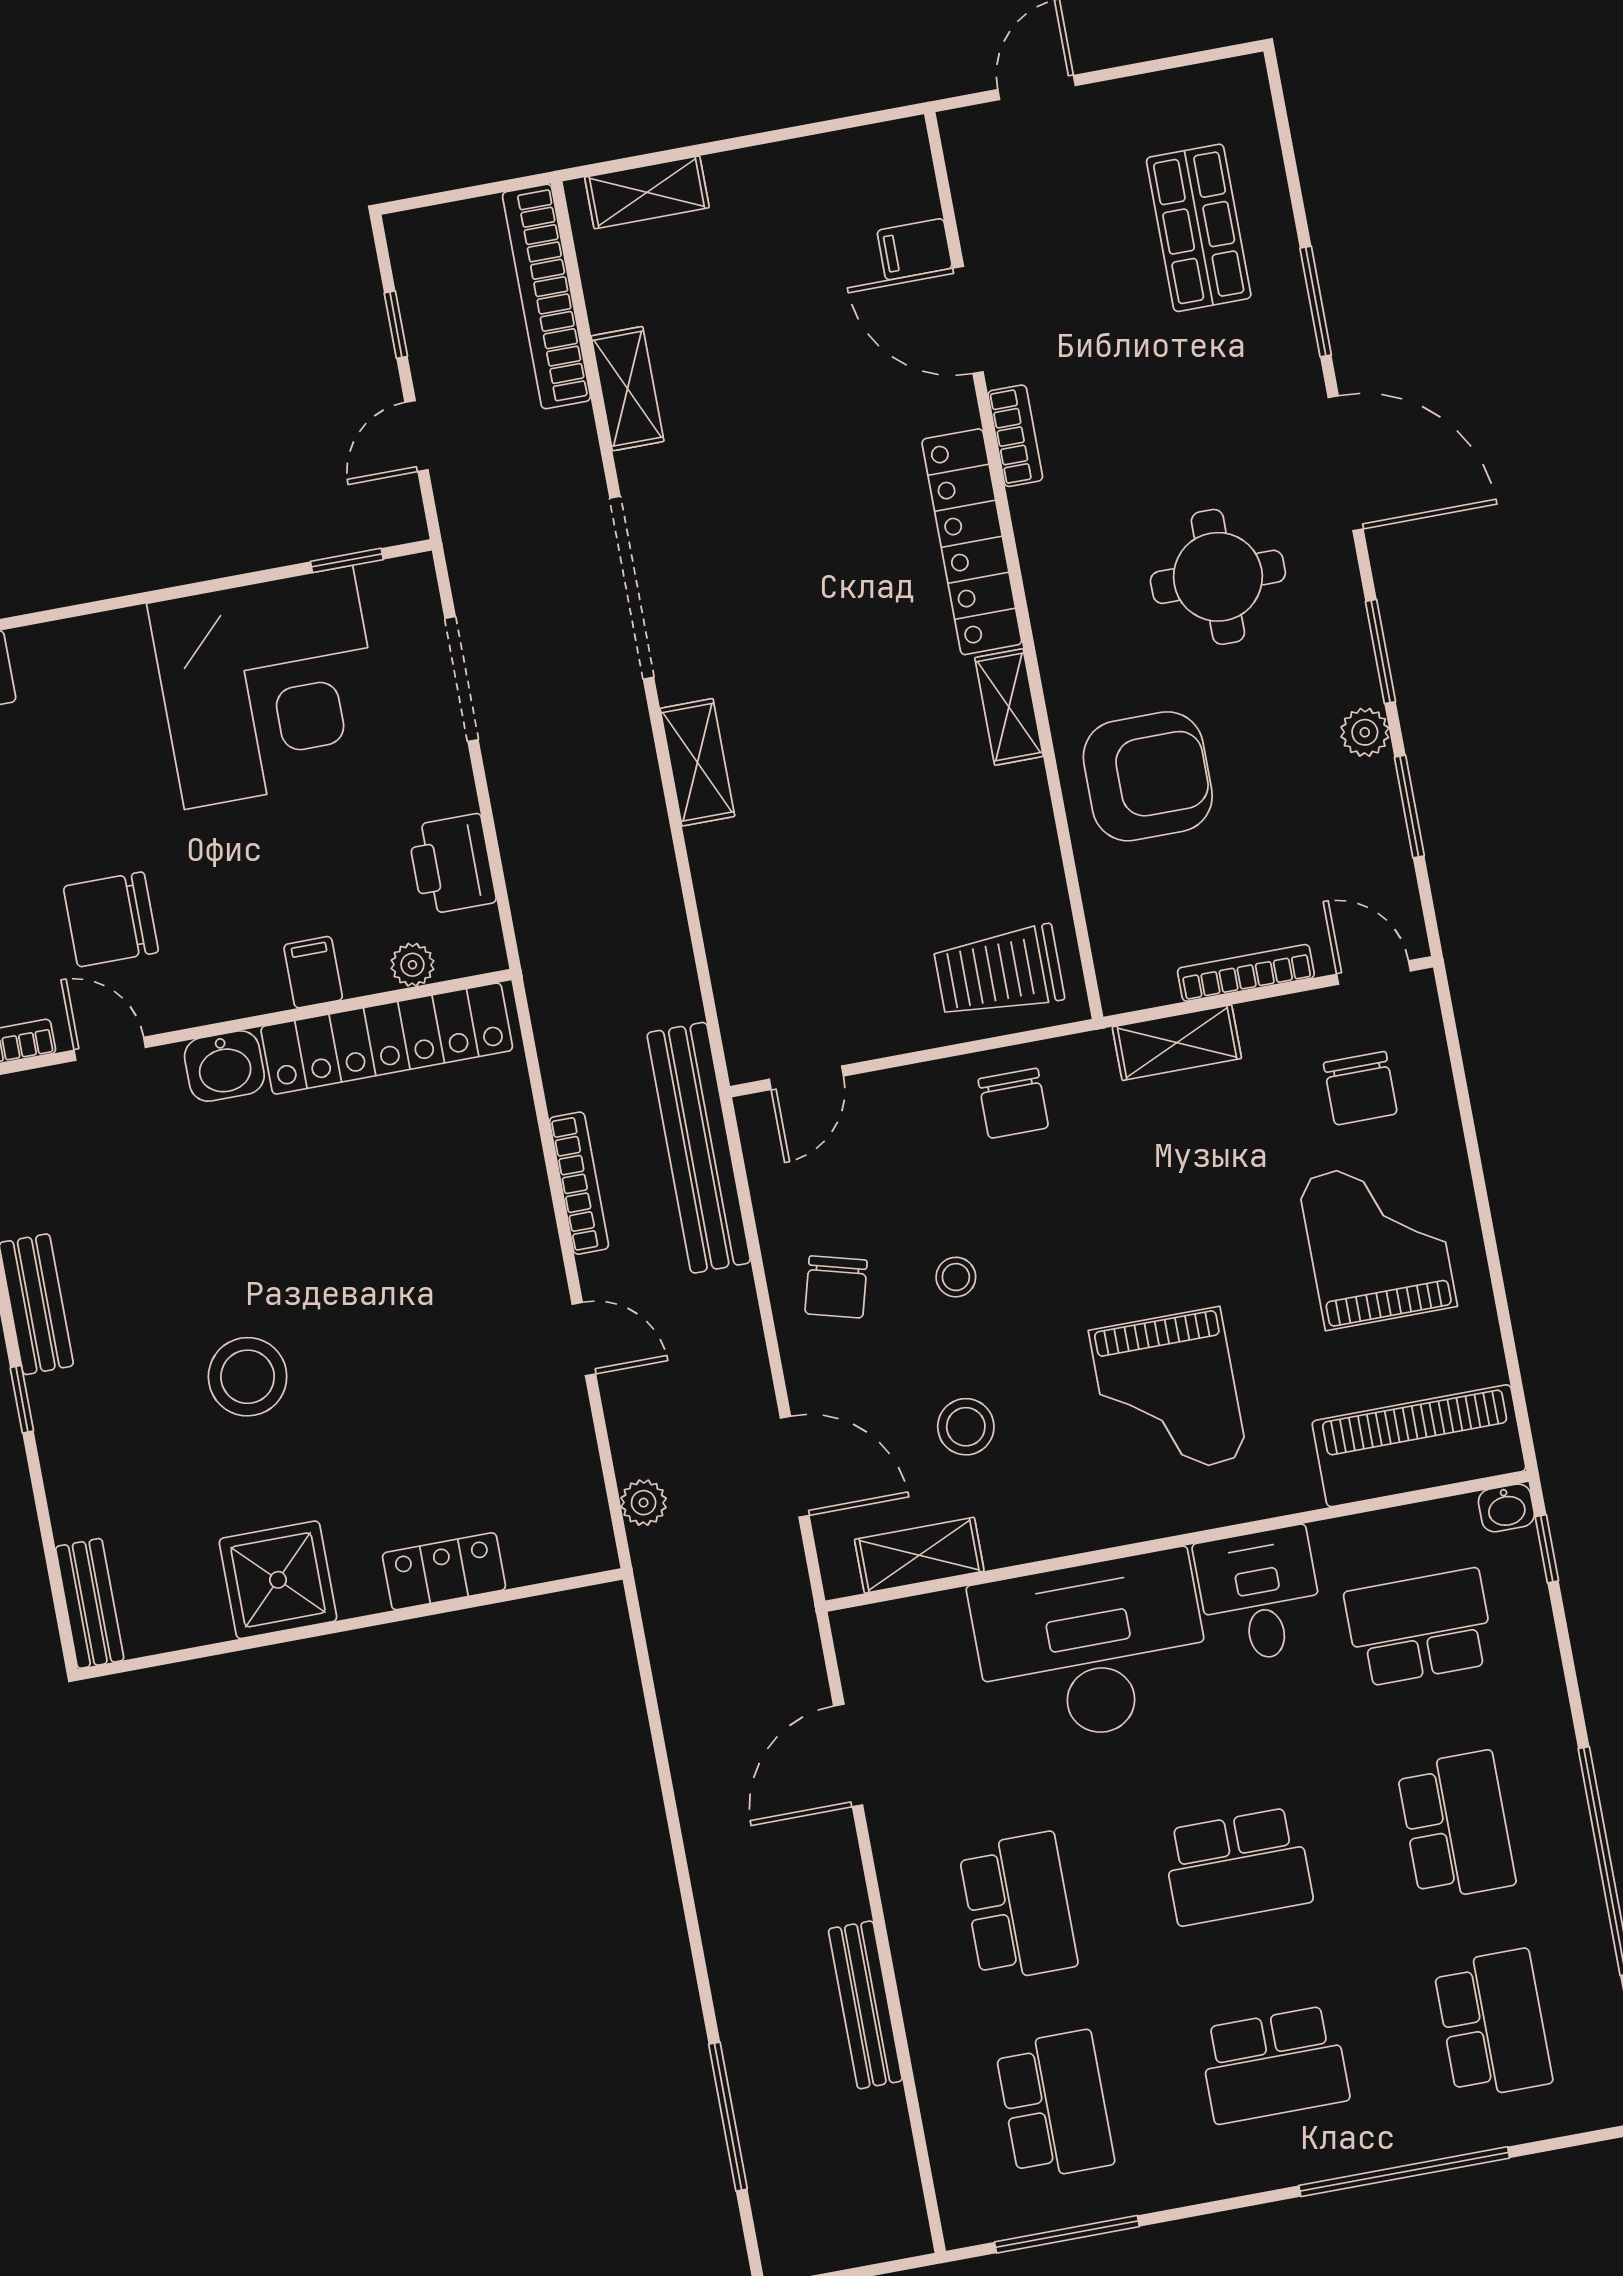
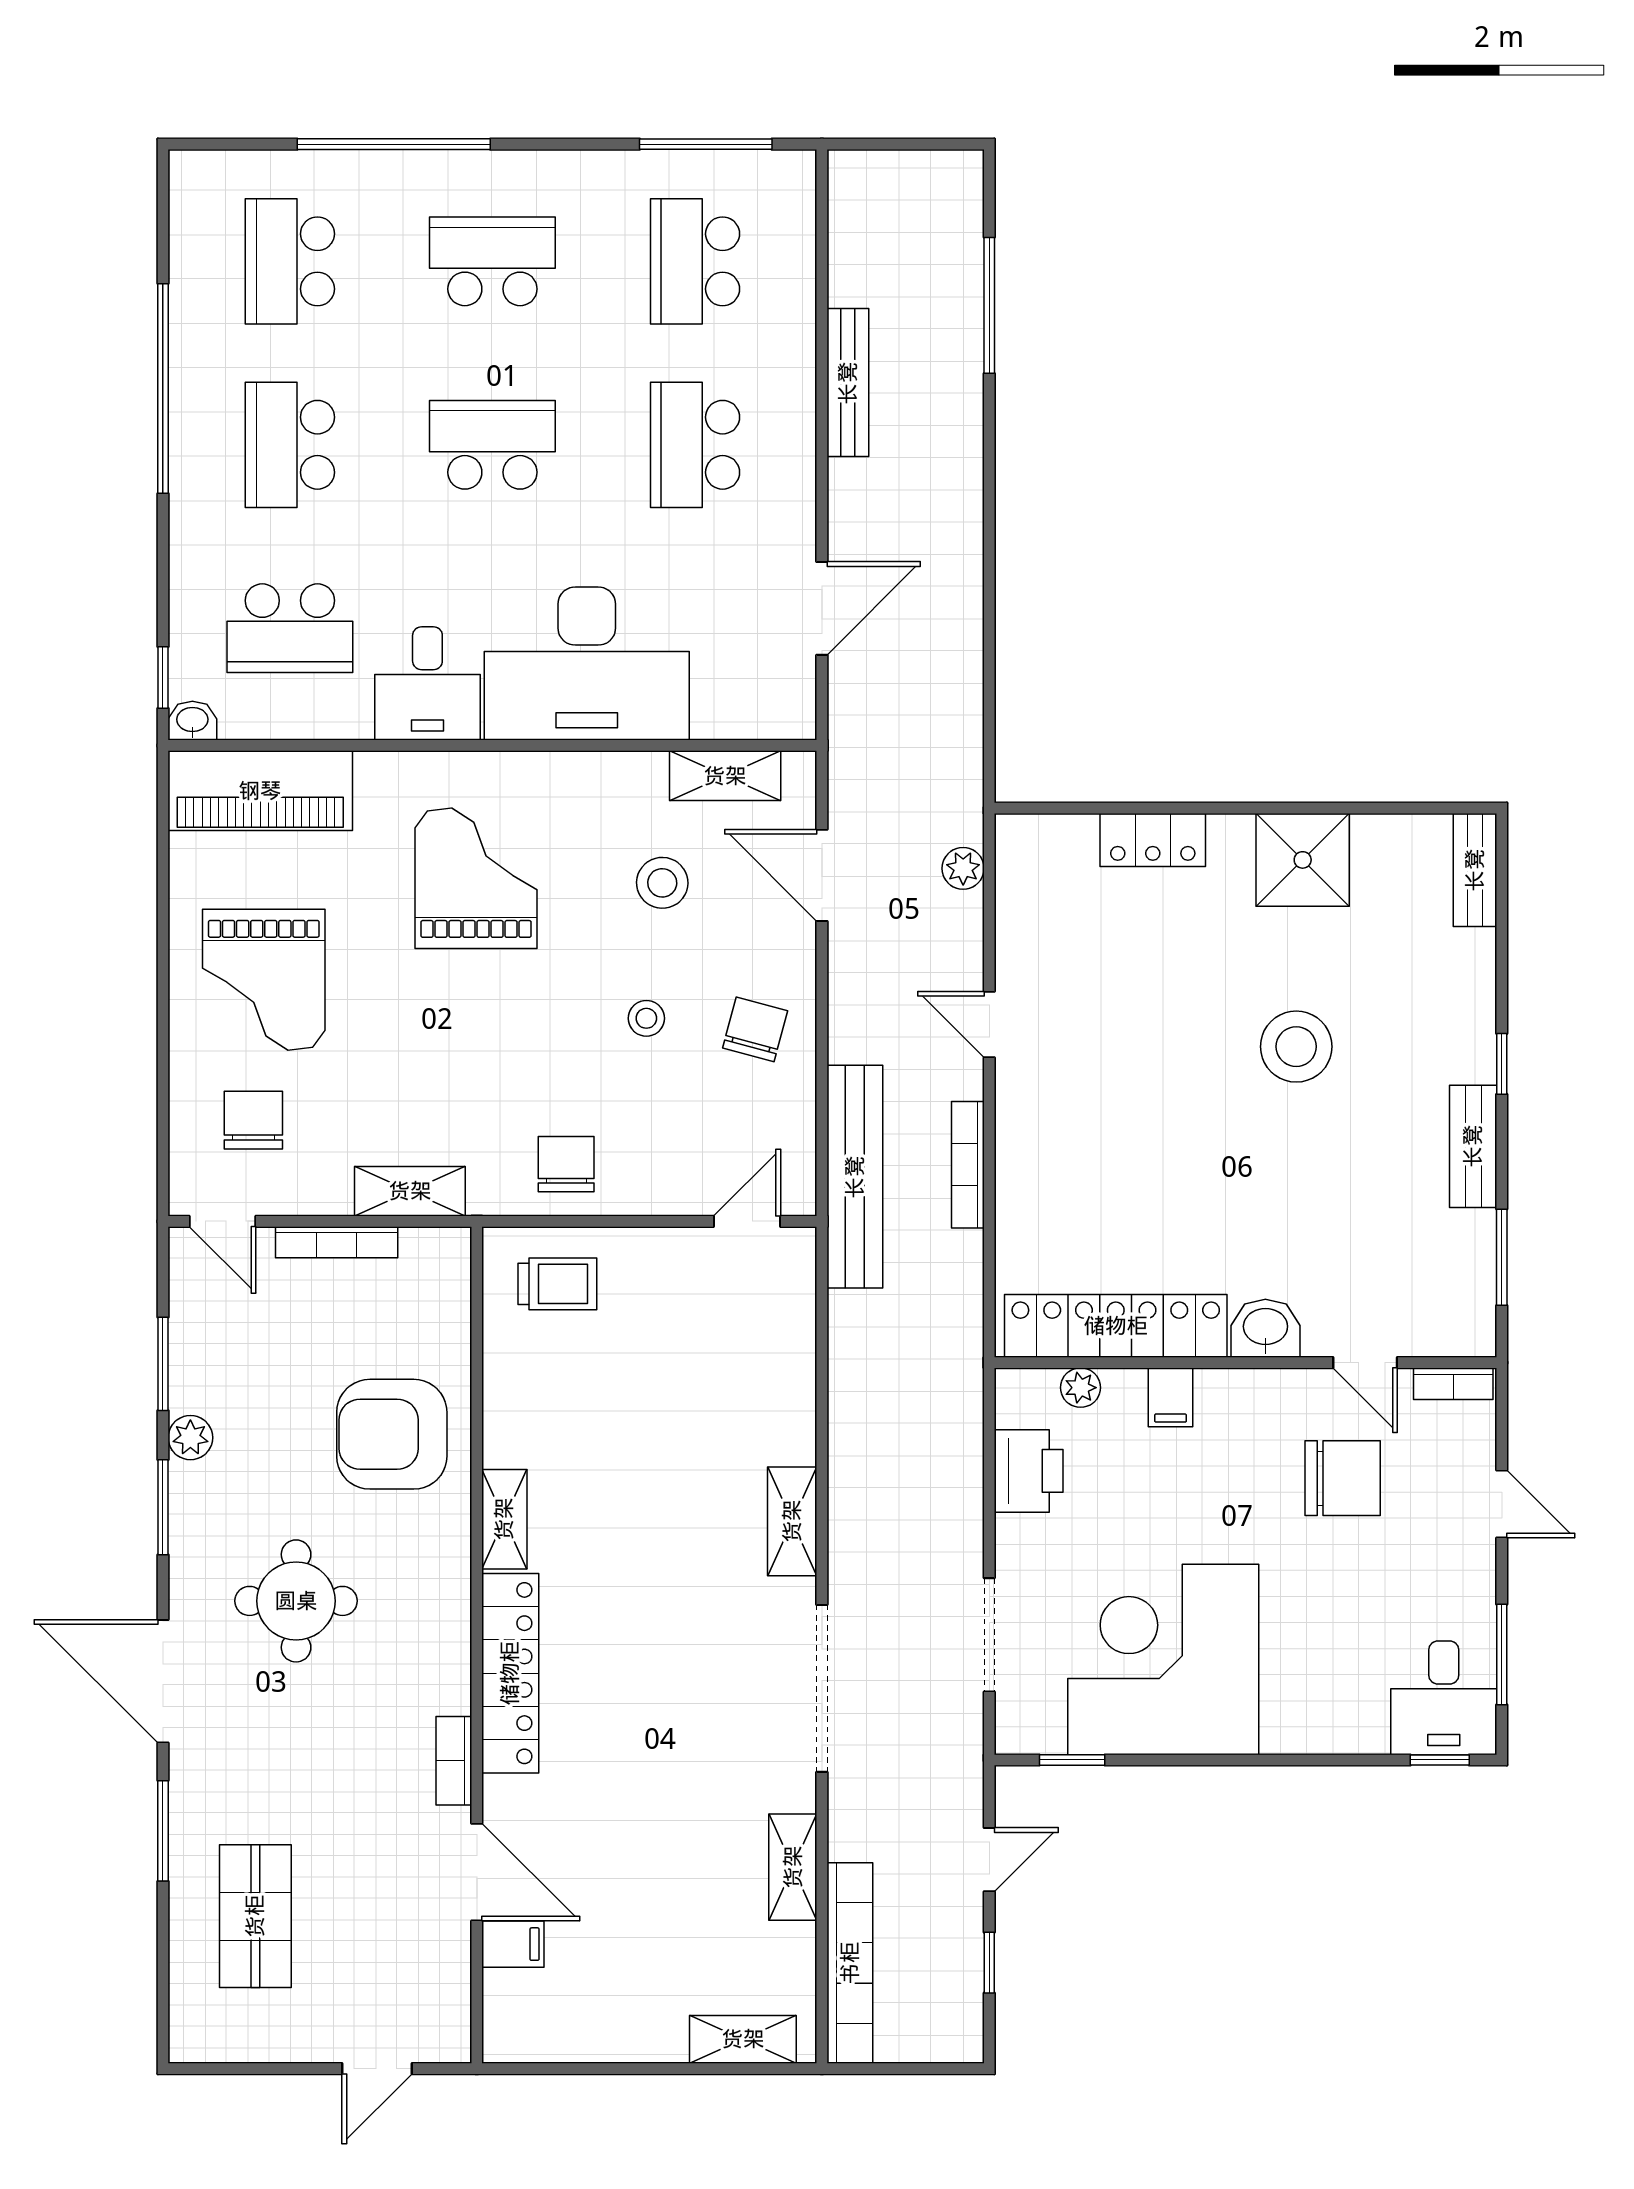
trolley: (999, 972) -> (557, 1284), width x0.73, depth x0.72

